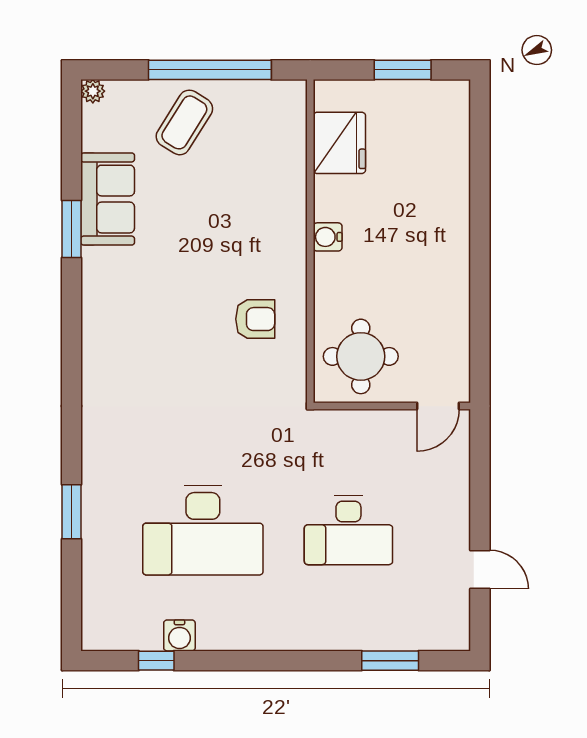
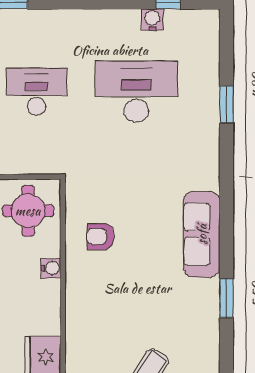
sofa: (108, 199) -> (202, 234), moved, width x1.36
water cooler: (328, 237) -> (51, 268), moved

